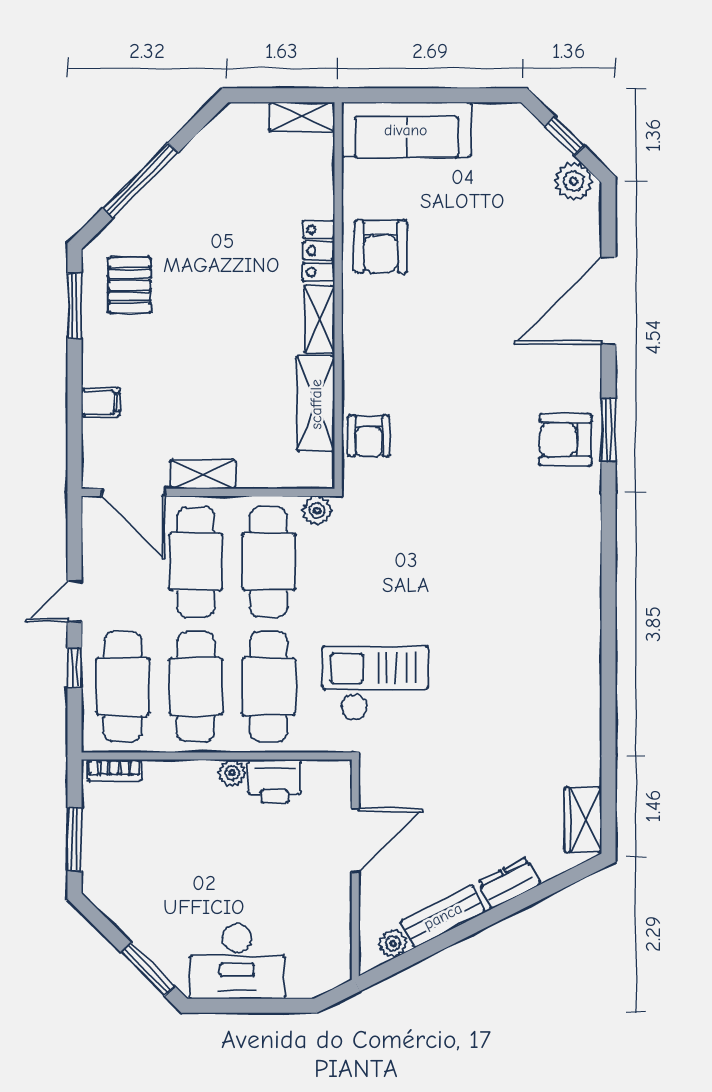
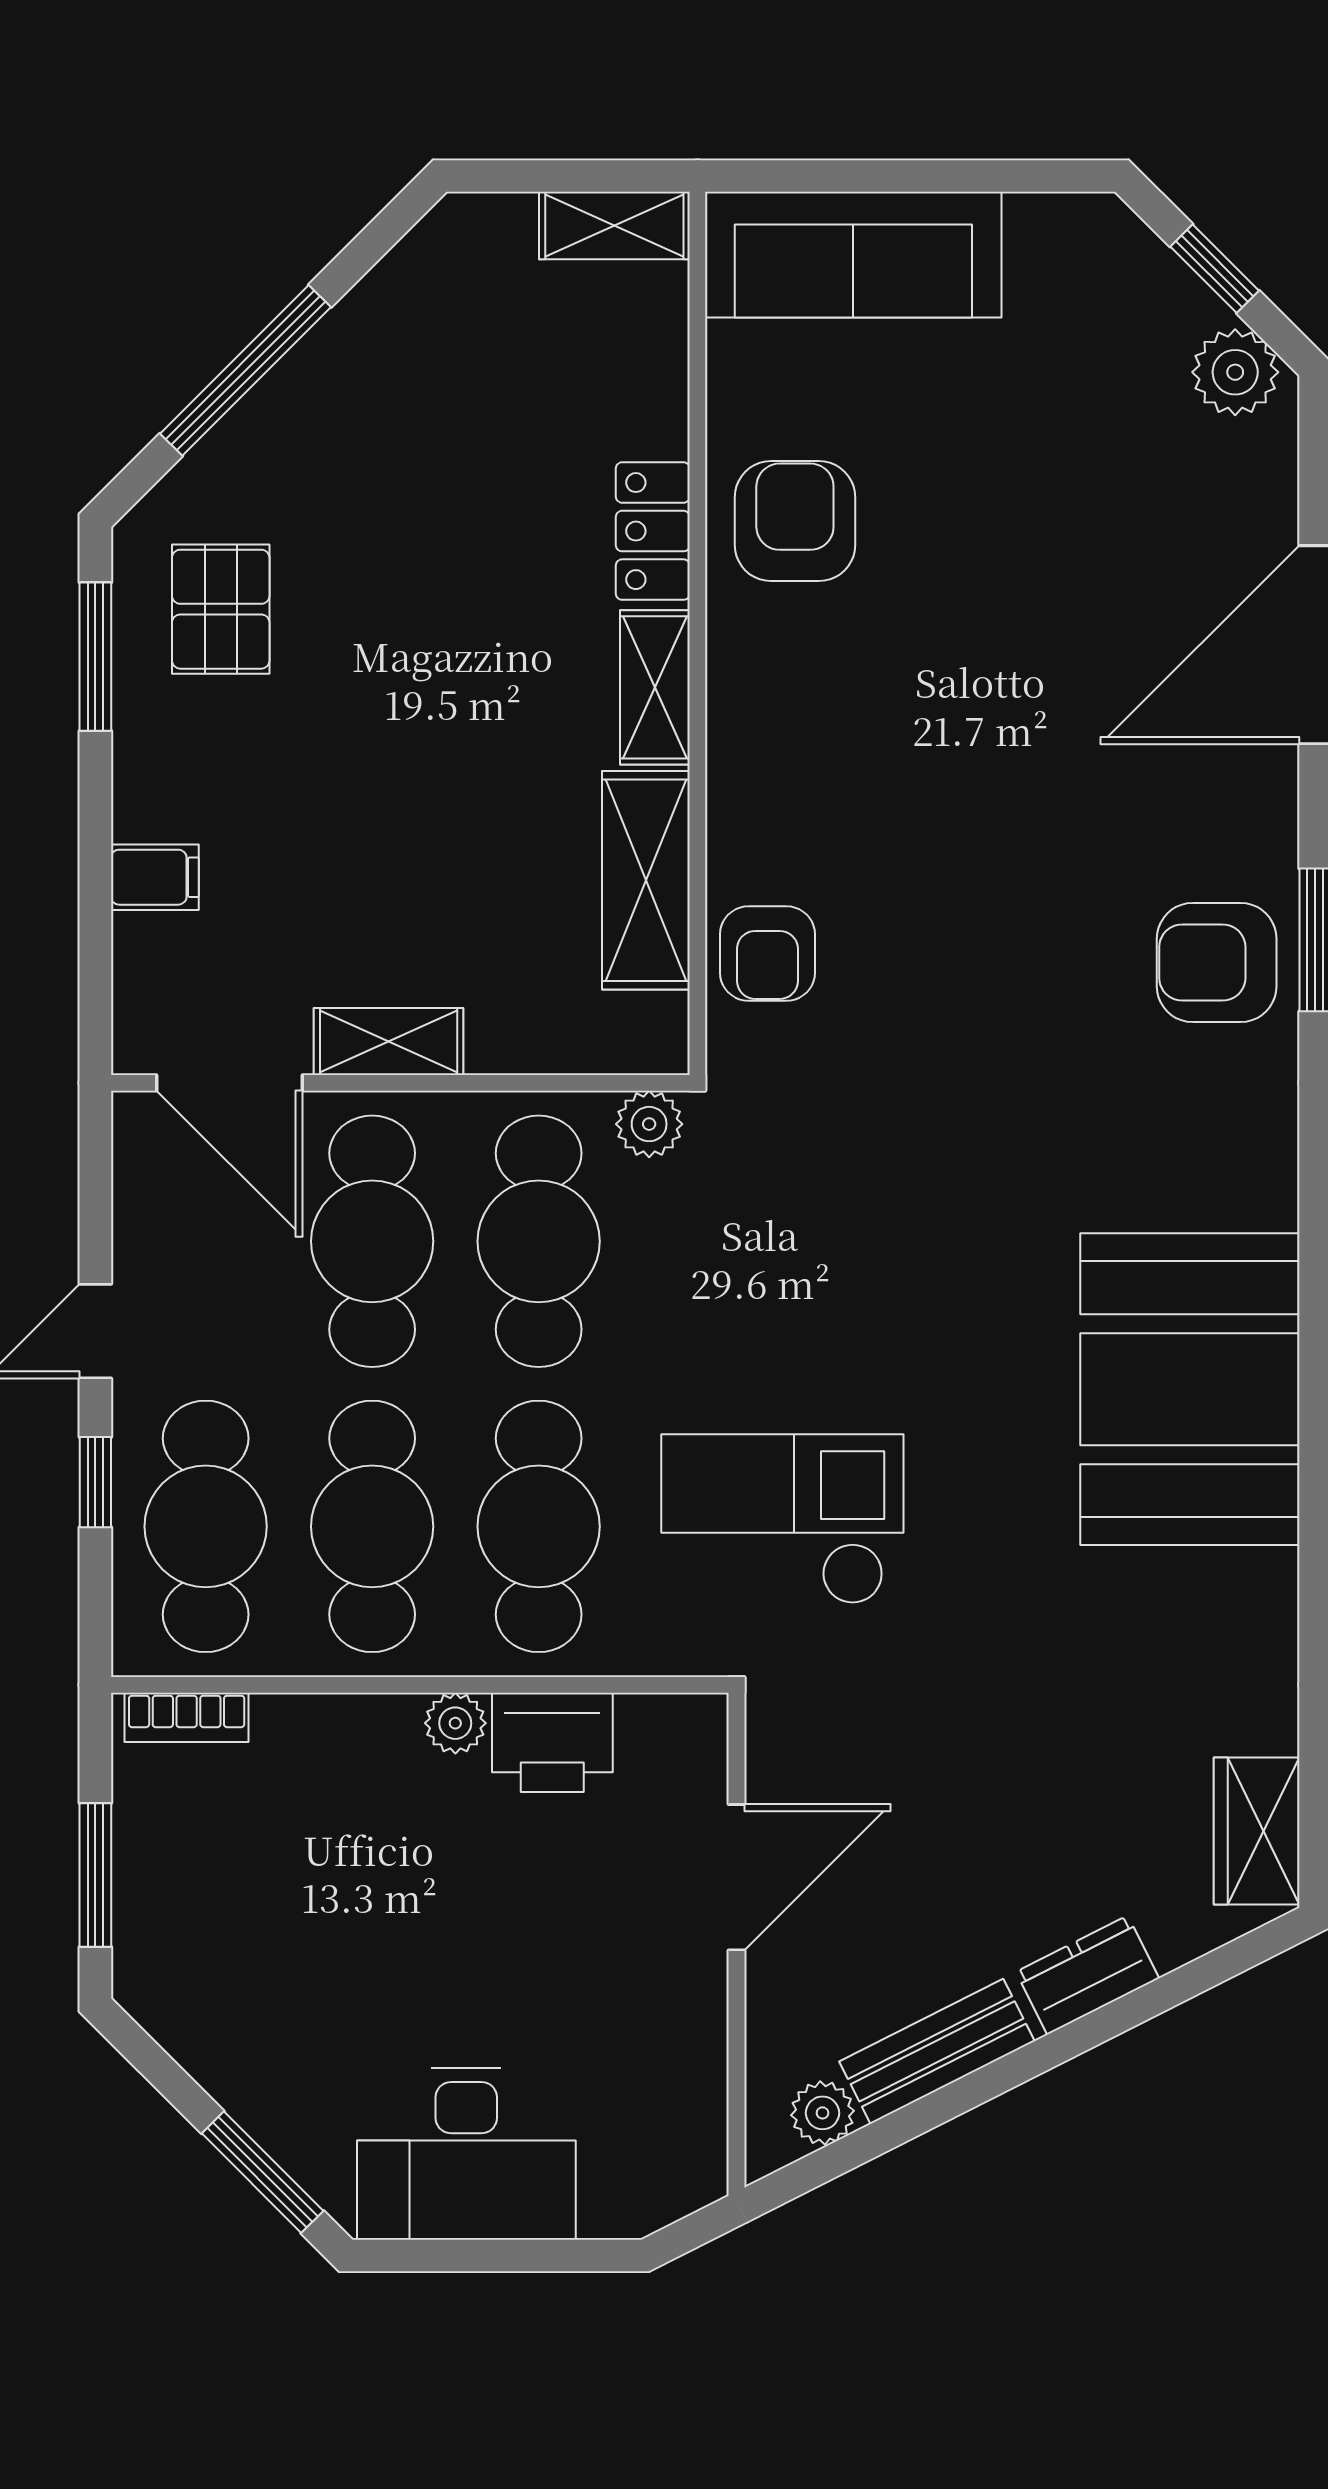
armchair: (381, 246) -> (795, 521), turned 180
booth: (554, 627) -> (1190, 1389), added

